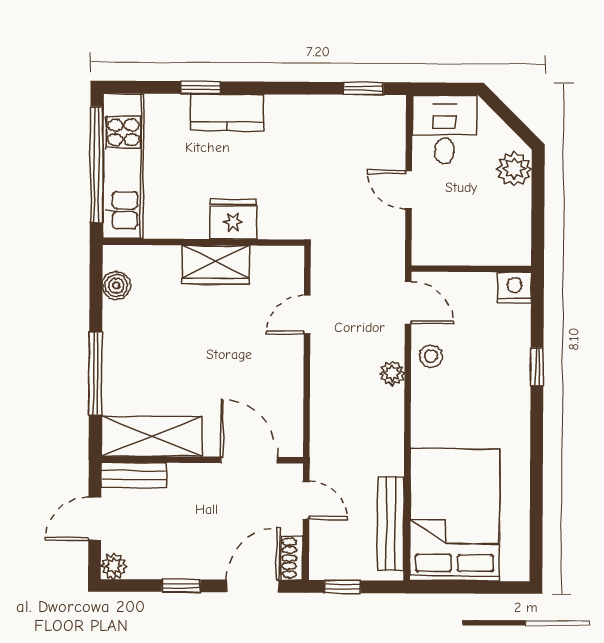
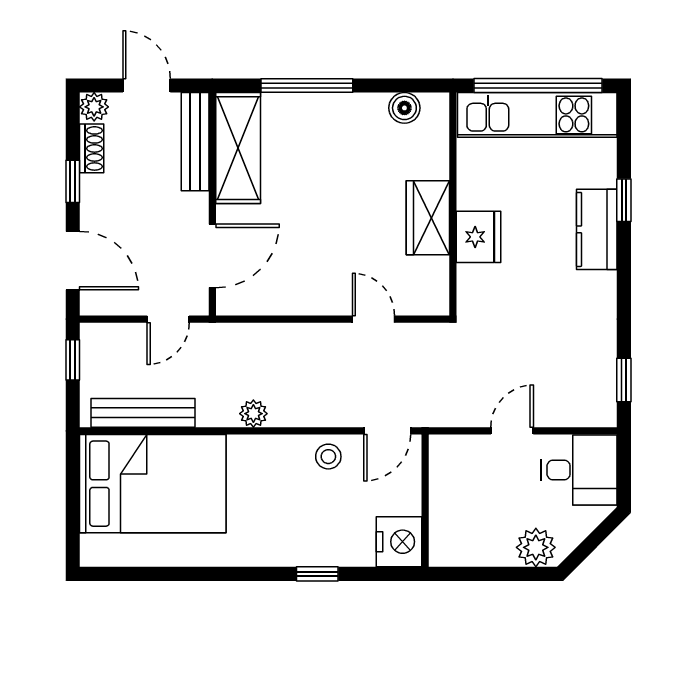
nightstand: (514, 288) -> (399, 542), width x1.36, depth x1.33
plant: (392, 373) -> (253, 414), moved
bench: (134, 475) -> (195, 142), width x1.36
shoe rack: (292, 558) -> (92, 148), moved, turned 90

